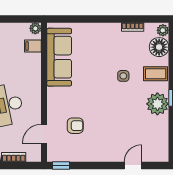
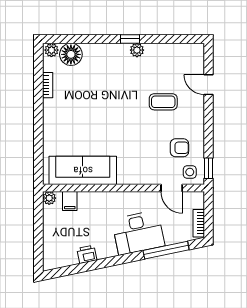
coffee table: (156, 74) -> (163, 102), moved, turned 90
side table: (123, 76) -> (190, 172), moved
plant: (157, 104) -> (137, 50), width x0.53, depth x0.53
armchair: (75, 126) -> (179, 148), moved, turned 90

